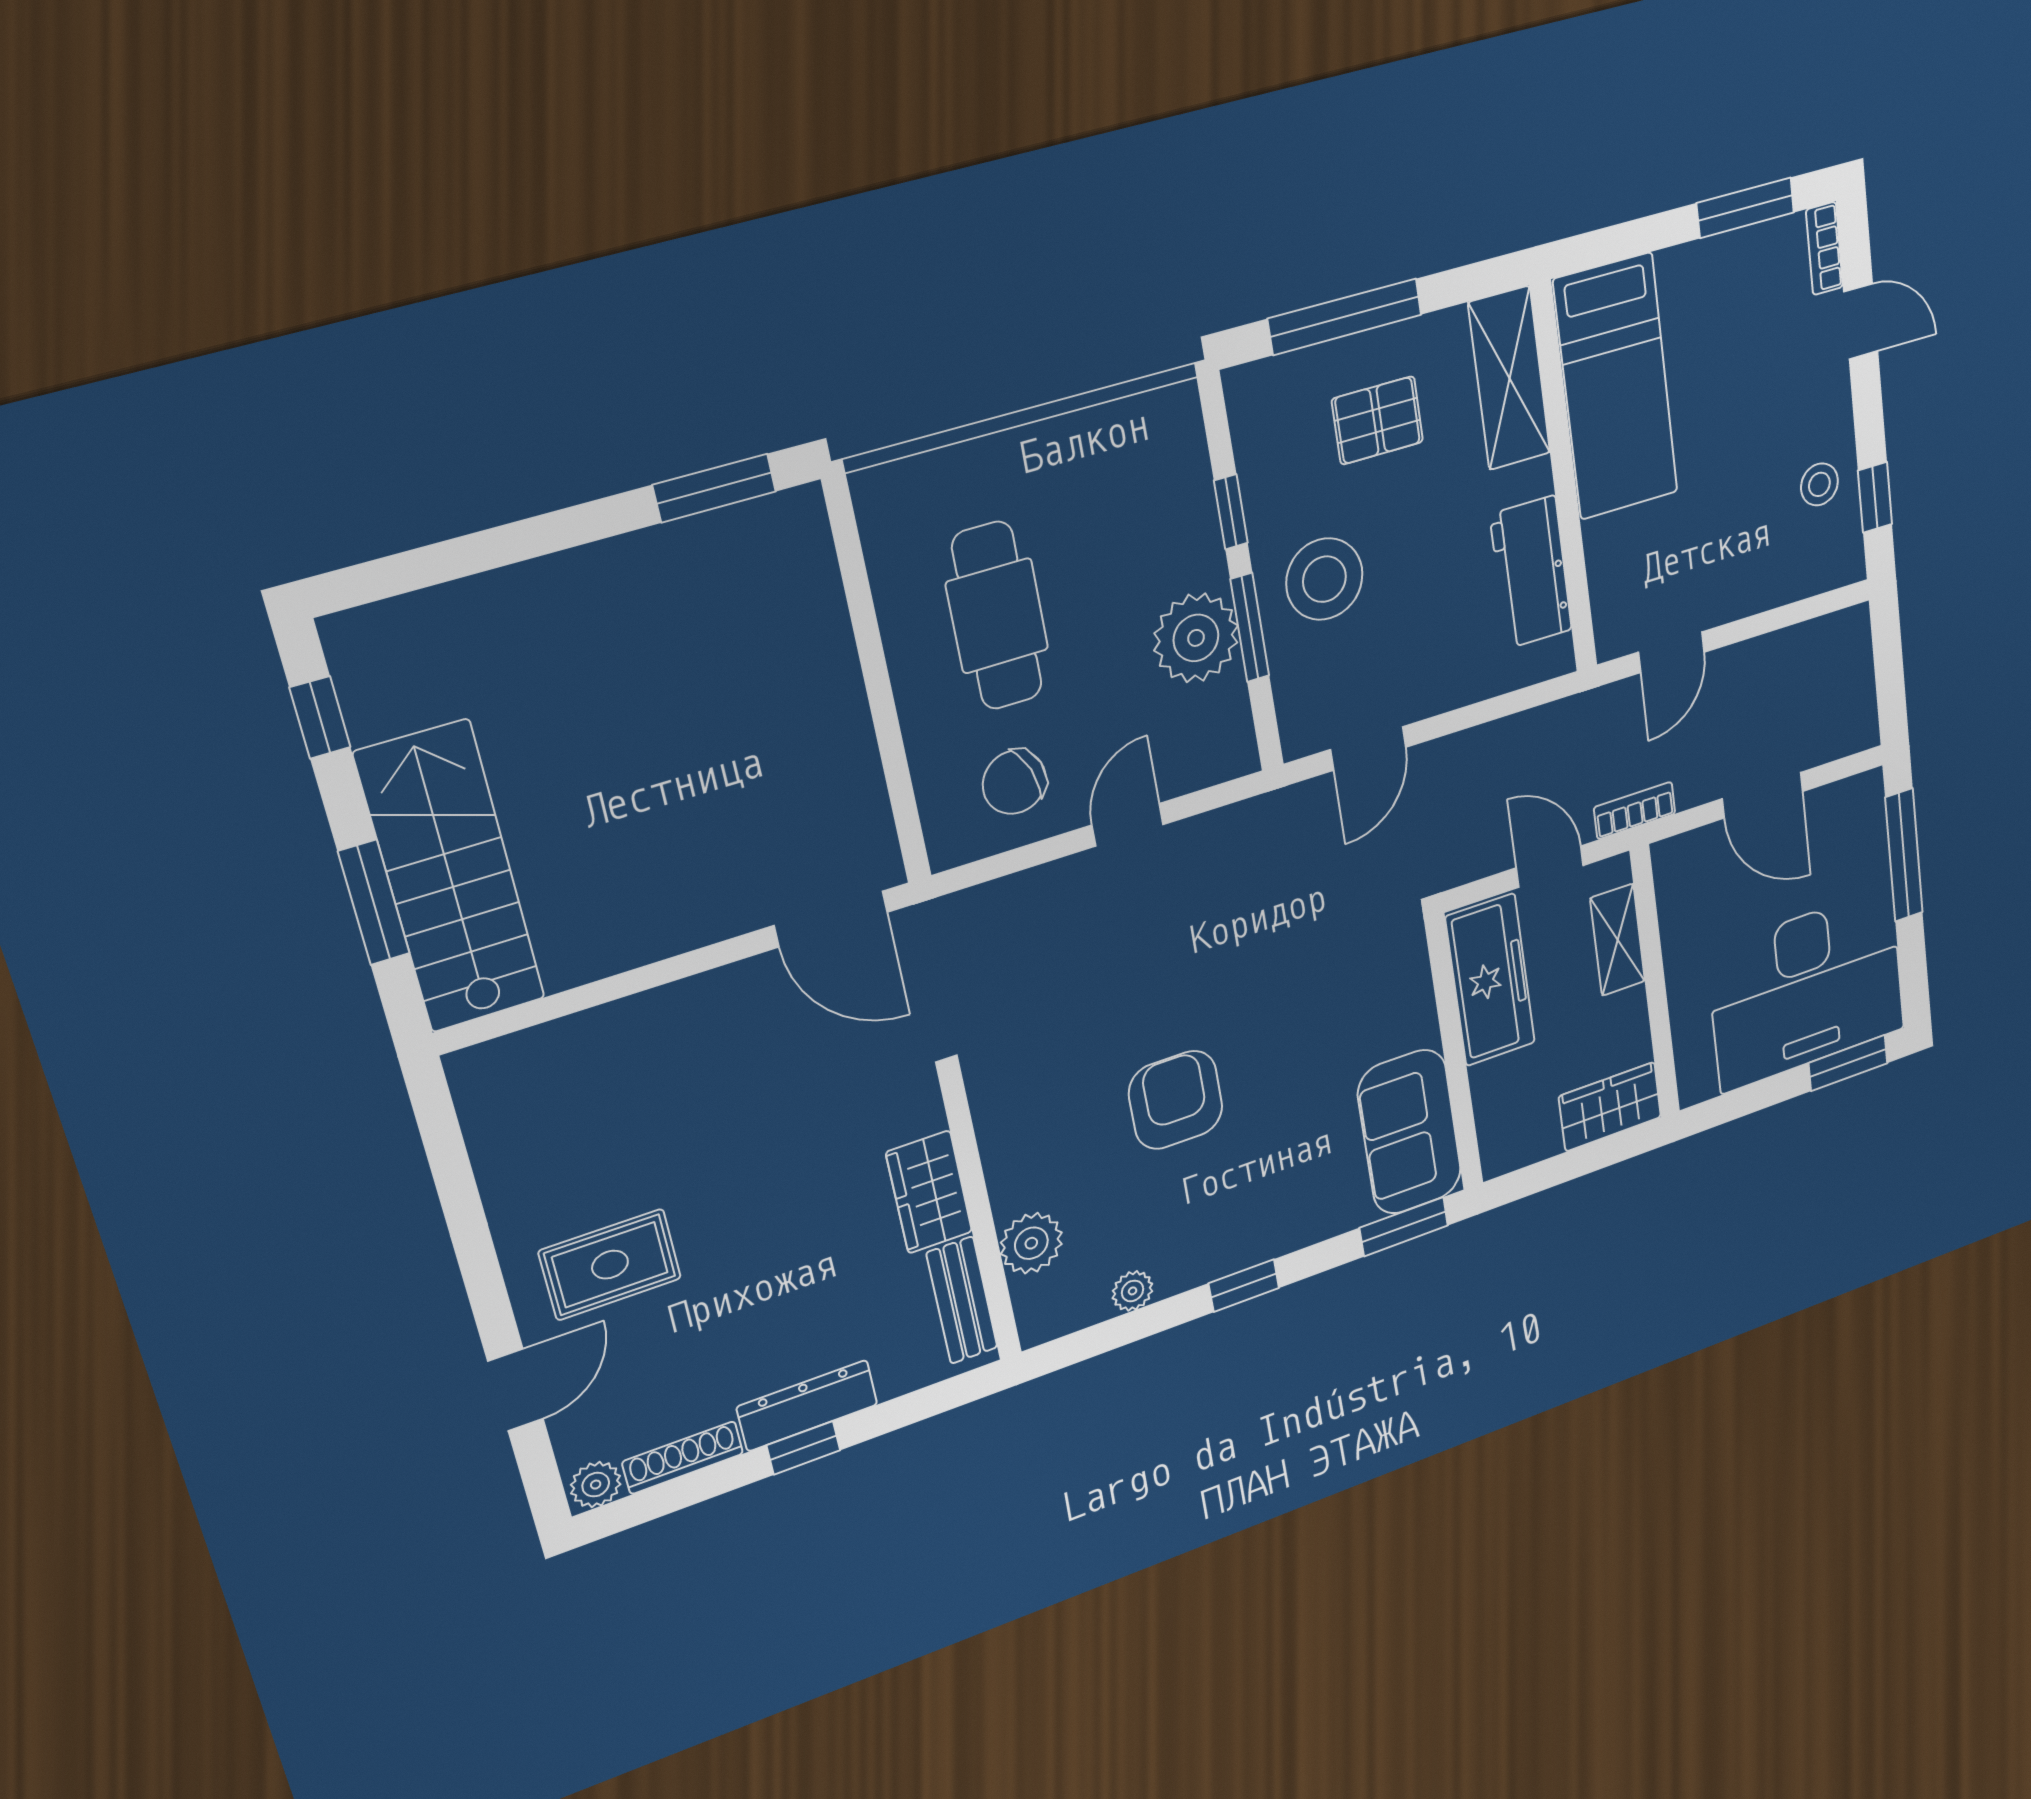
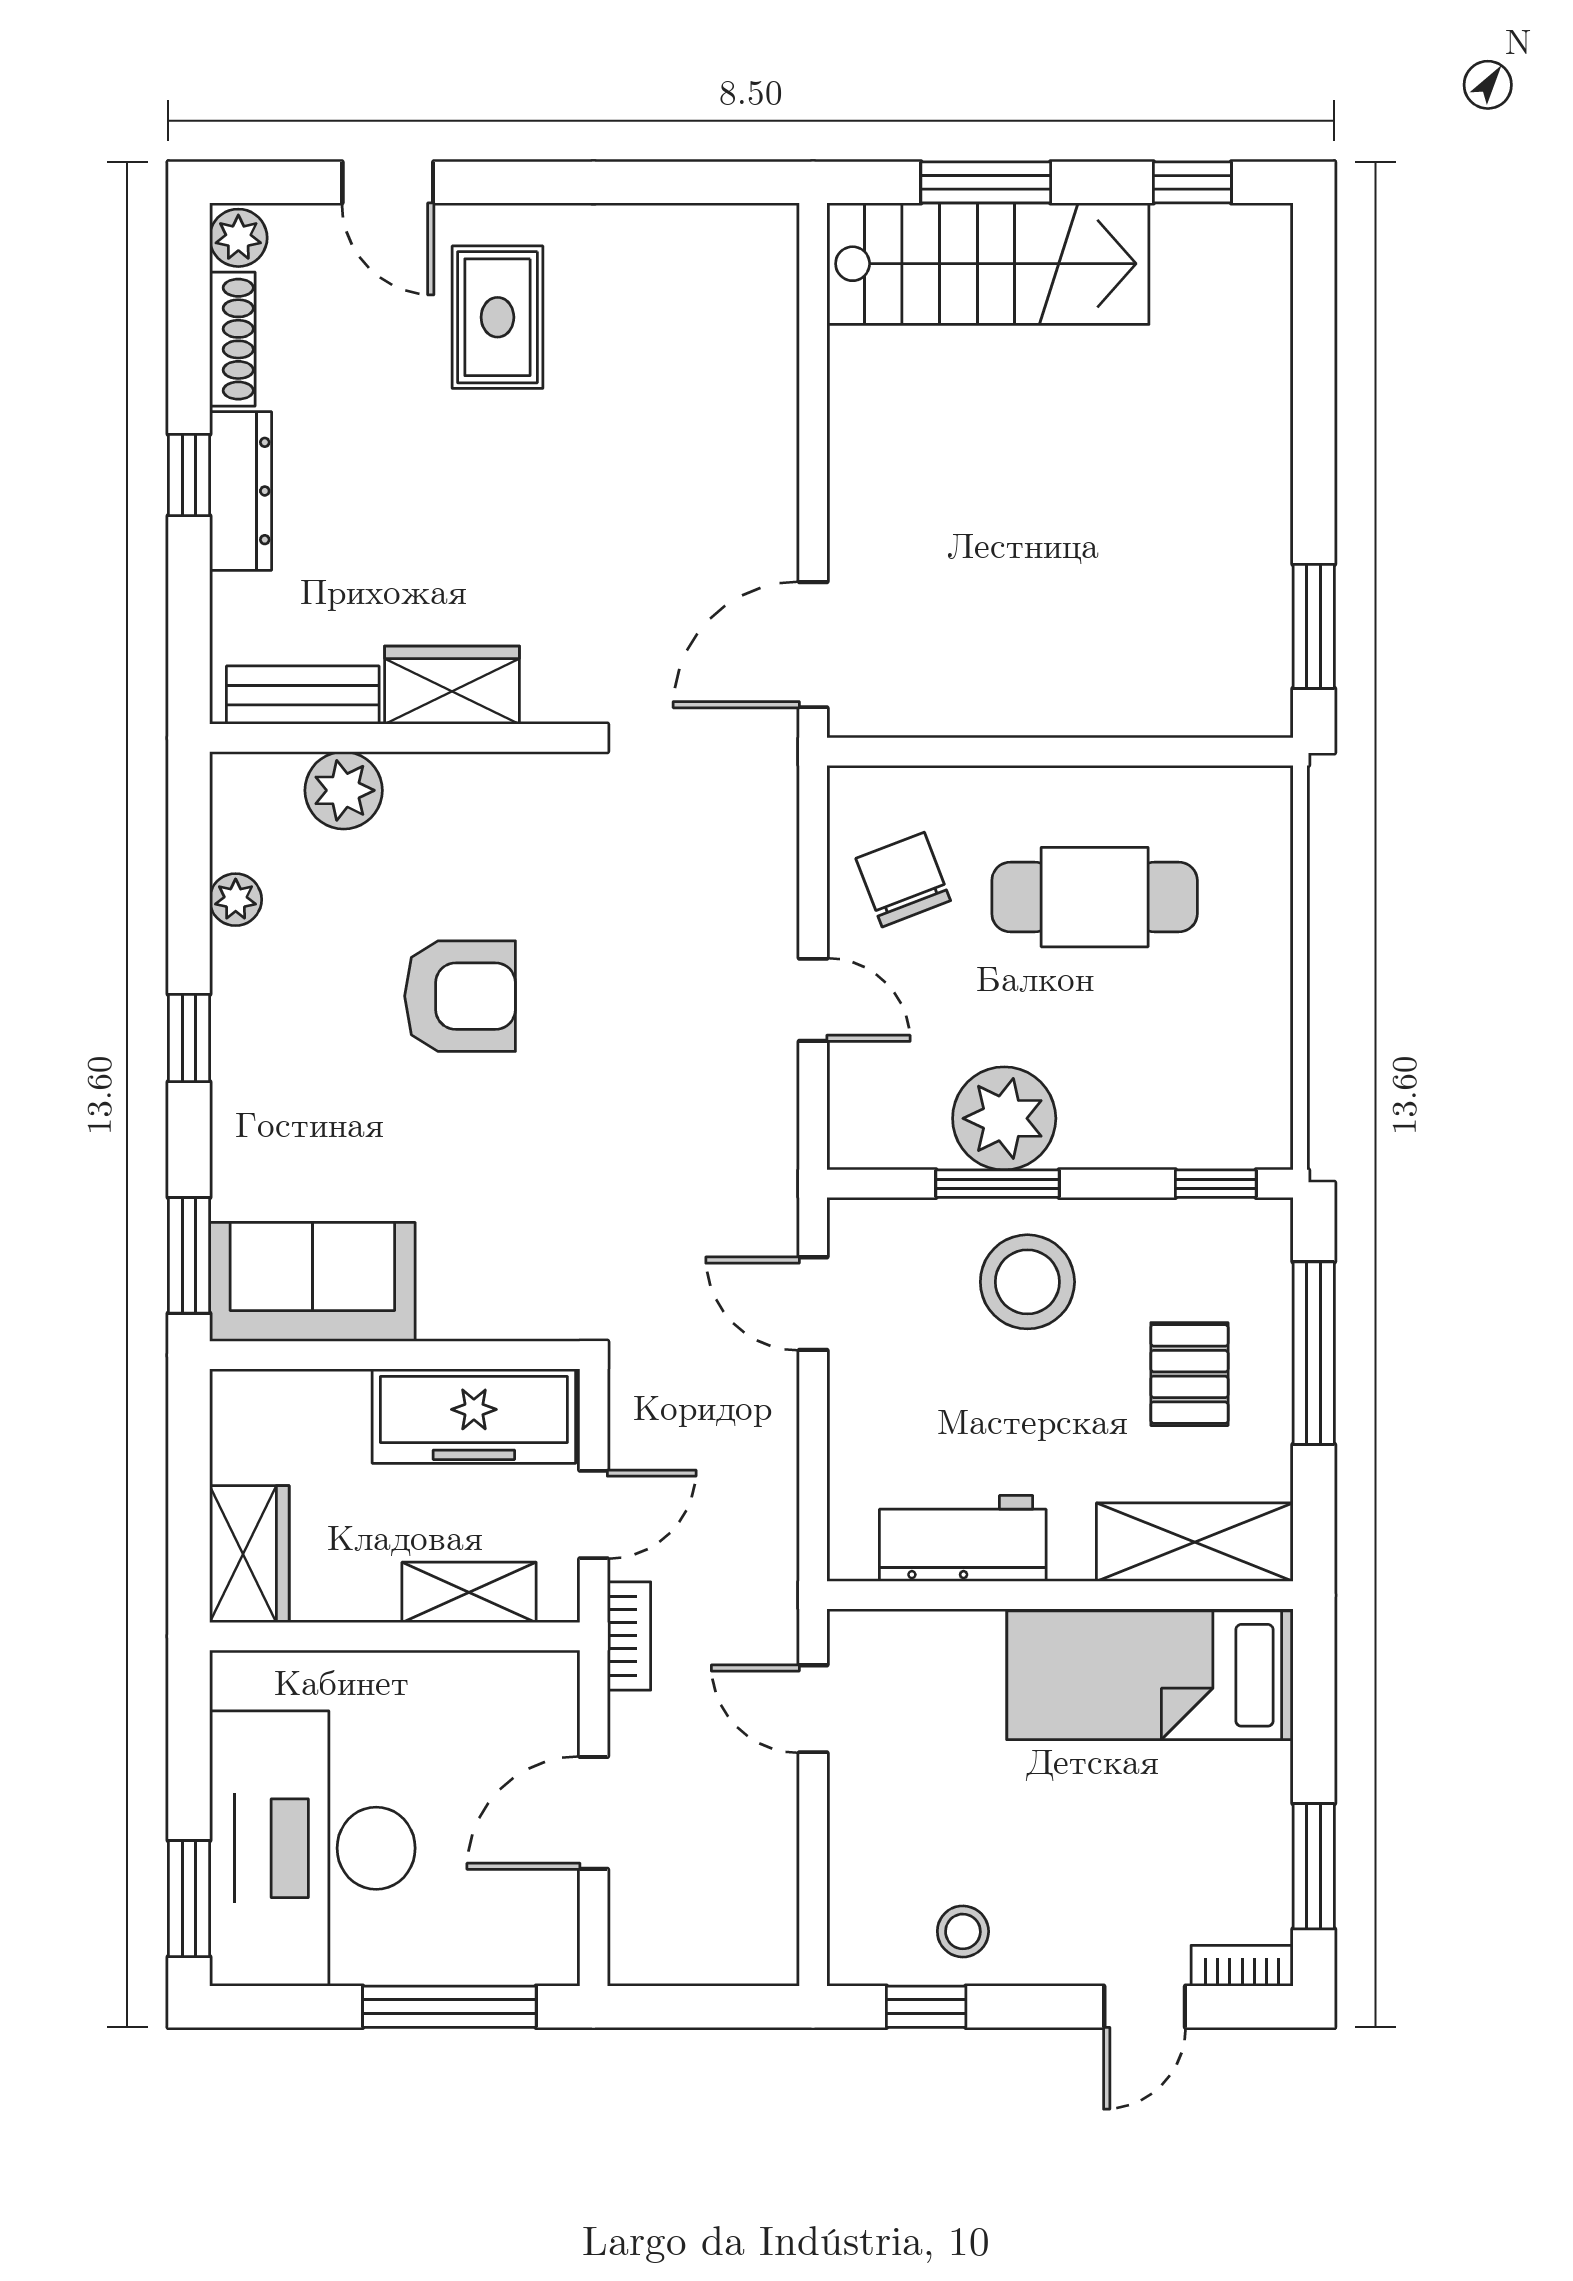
window: (1231, 512) -> (1216, 1184), moved

